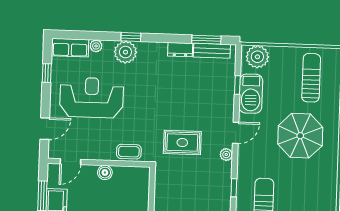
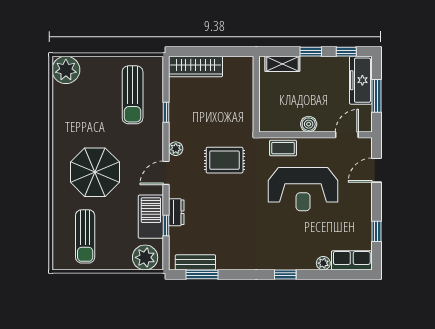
dresser: (180, 50) -> (176, 212), moved, turned 90
plant: (125, 52) -> (291, 258), removed
reception desk: (92, 98) -> (303, 189), moved

